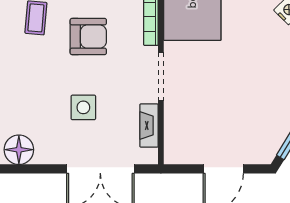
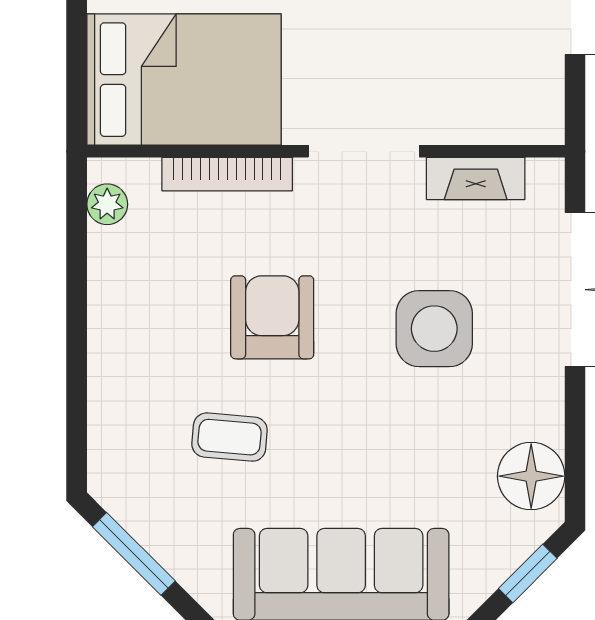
side table: (83, 107) -> (434, 329), width x1.37, depth x1.37

